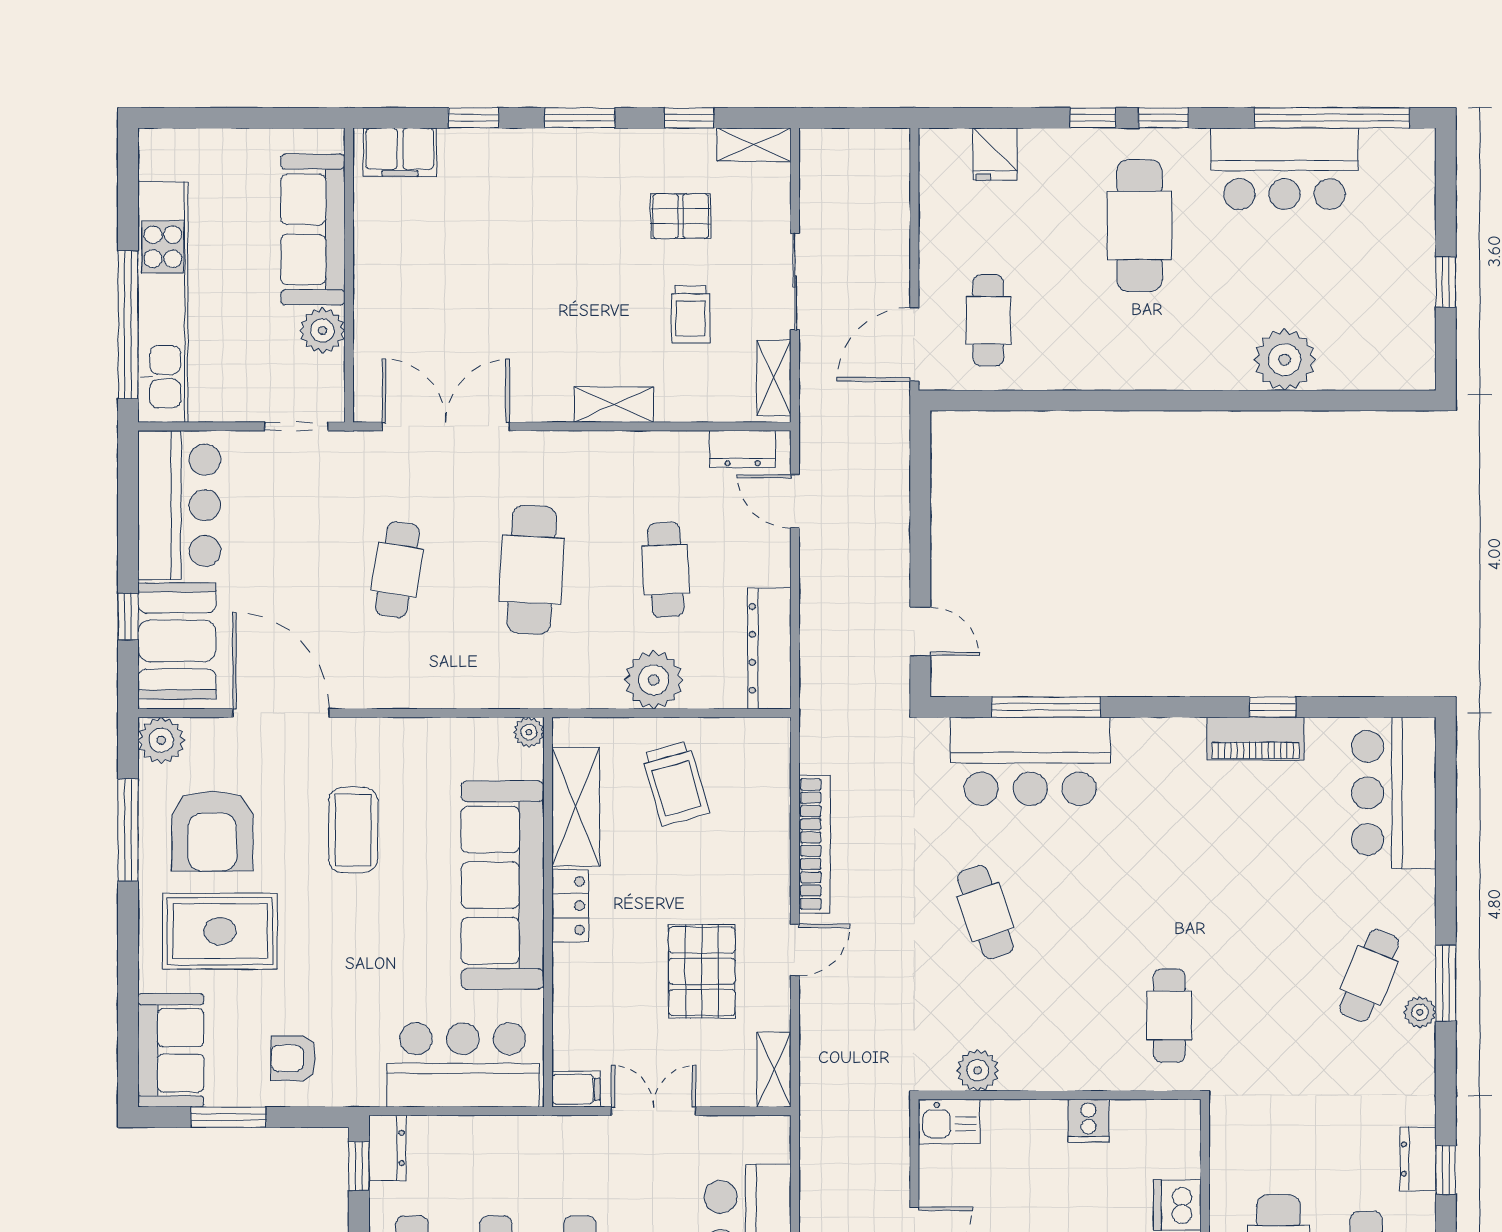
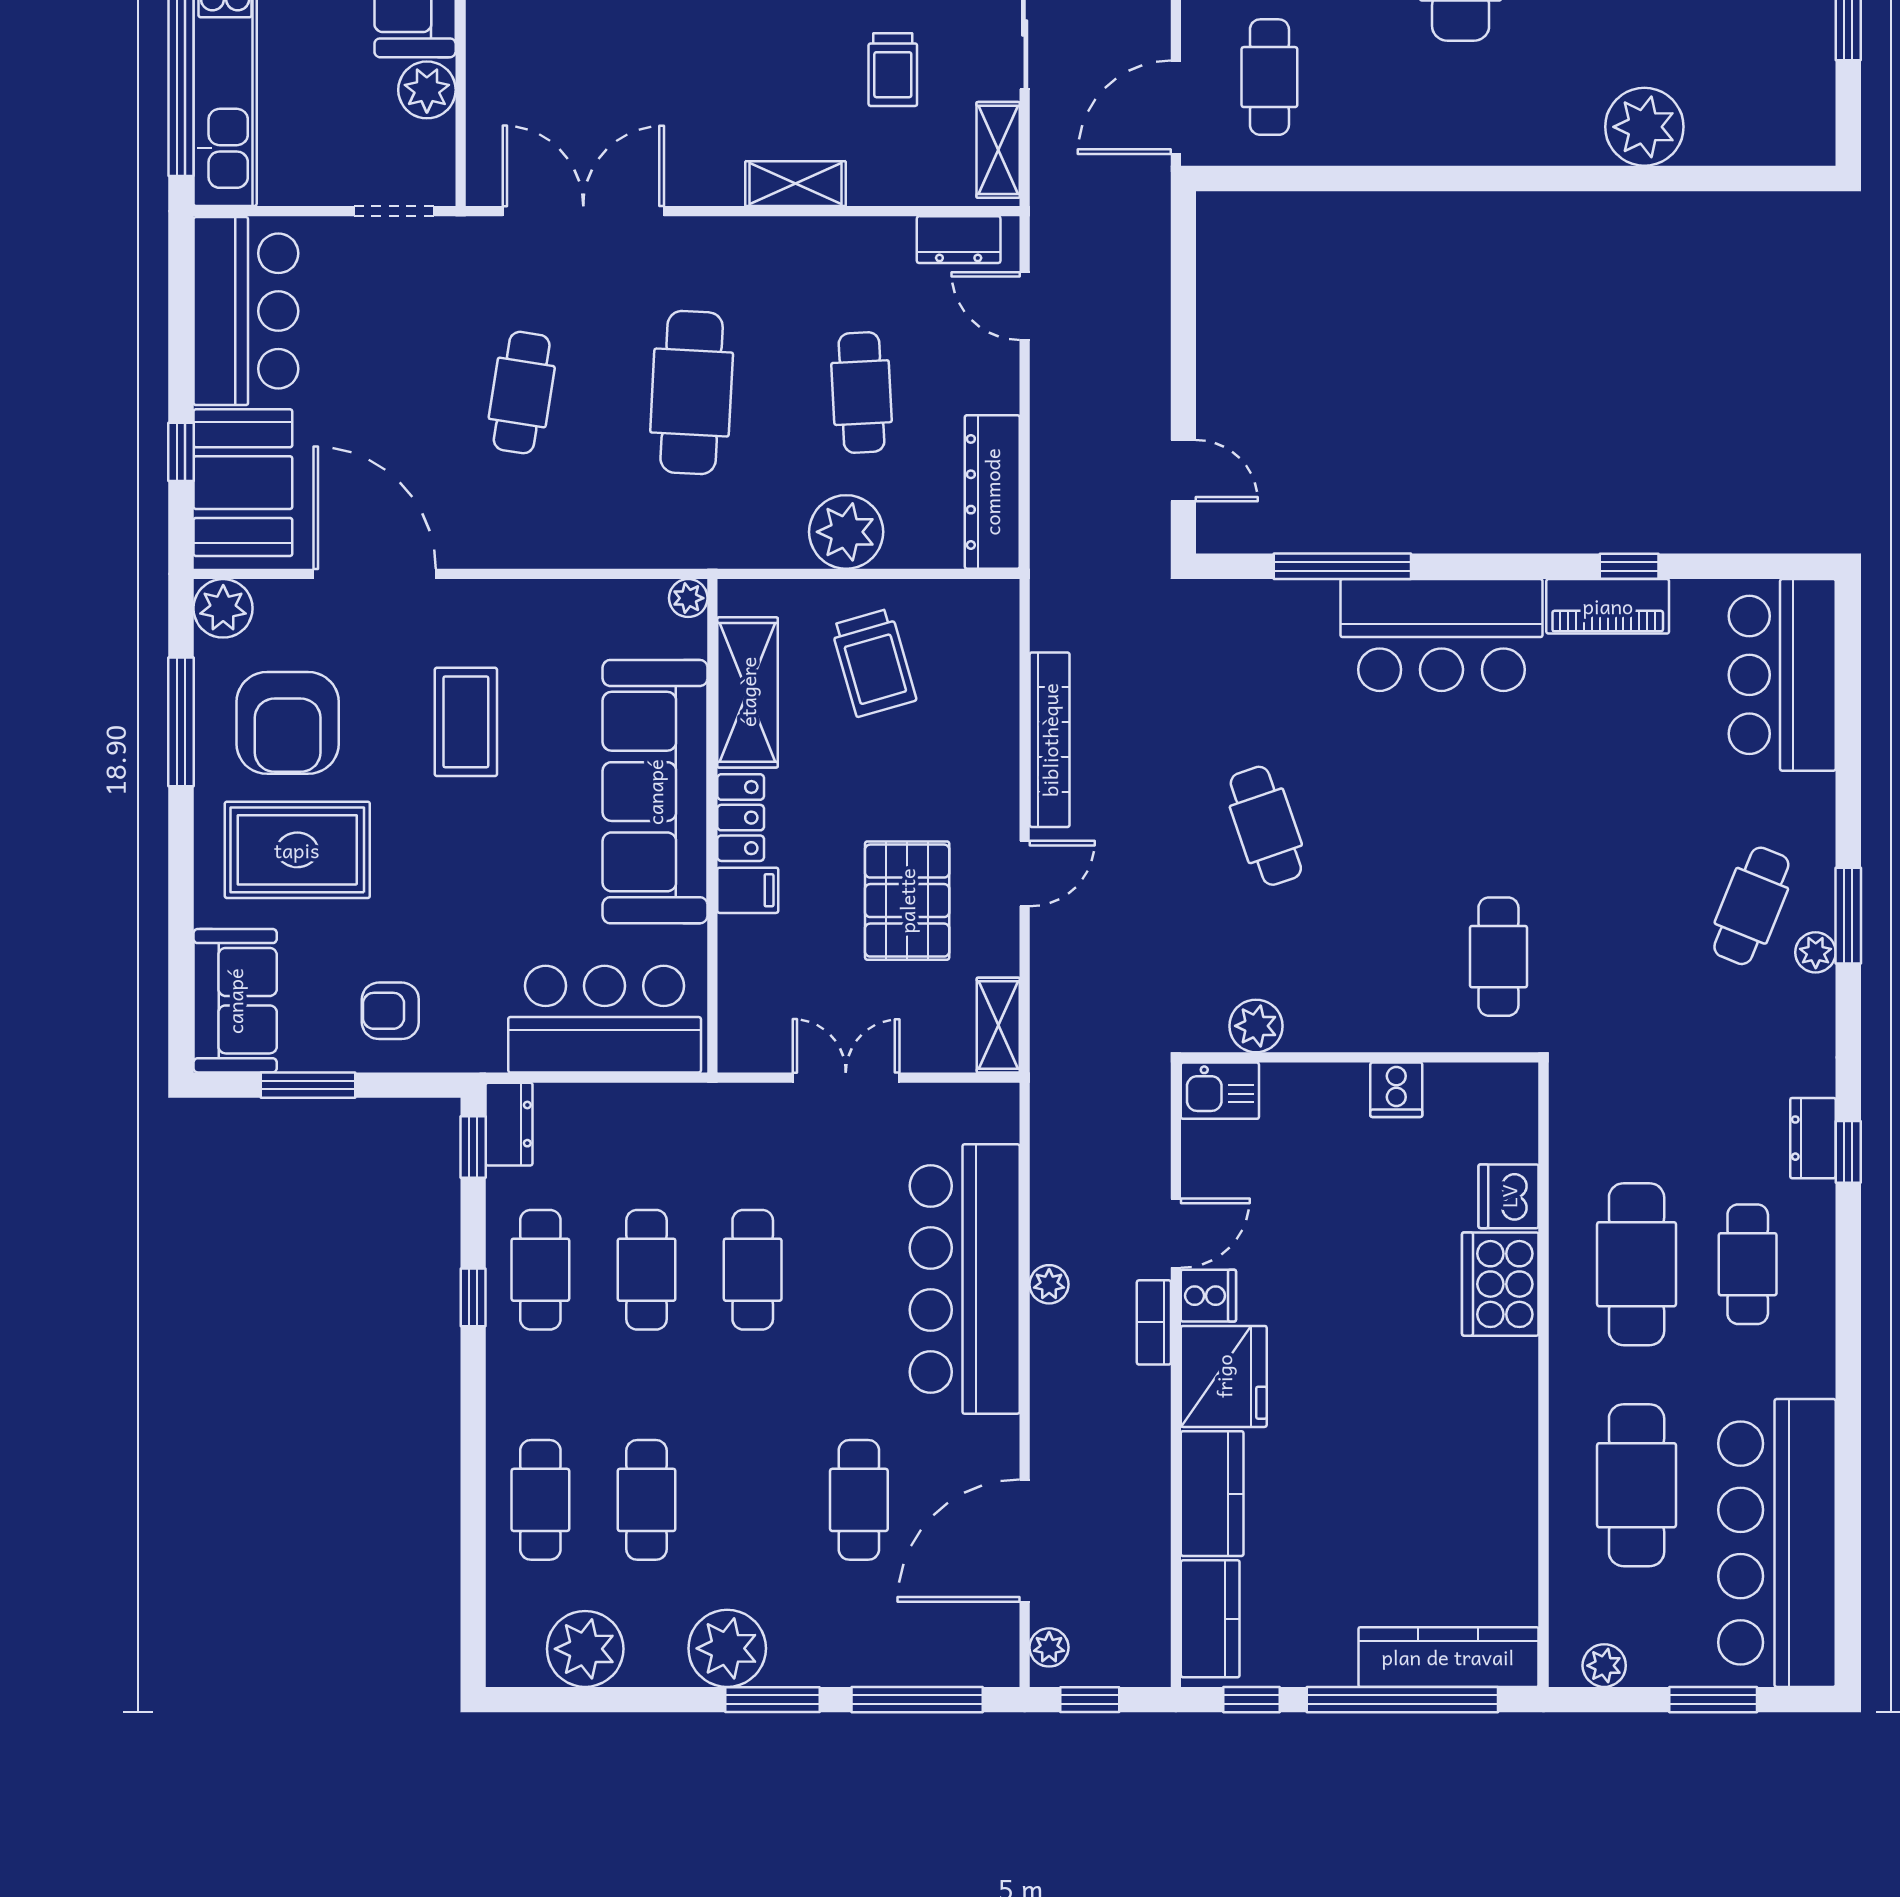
bar counter: (1030, 761) -> (1441, 635), moved
filing cabinet: (576, 1089) -> (748, 890), moved

